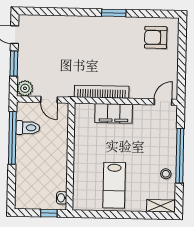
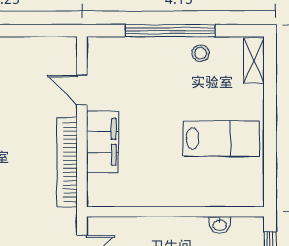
door: (163, 102) -> (82, 90), moved
washbasin: (62, 198) -> (220, 225), moved

